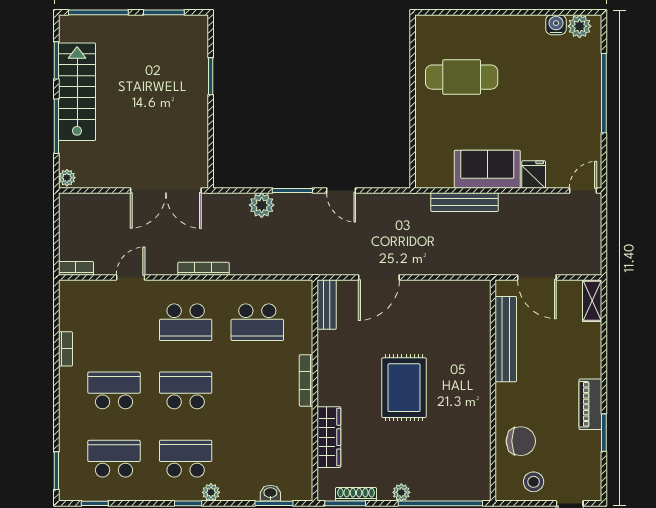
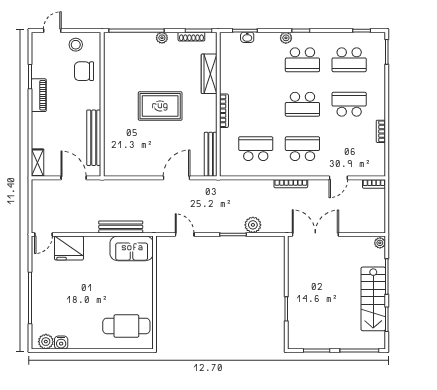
cafe table: (462, 77) -> (126, 326), moved
sofa: (487, 169) -> (132, 248), moved
fridge: (534, 174) -> (69, 248), width x1.88, depth x1.34
door: (341, 191) -> (185, 234), moved
bench: (327, 305) -> (211, 154), width x1.36
rug: (404, 388) -> (160, 106), turned 90
school desk: (114, 390) -> (349, 104), turned 180

